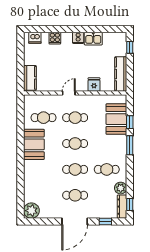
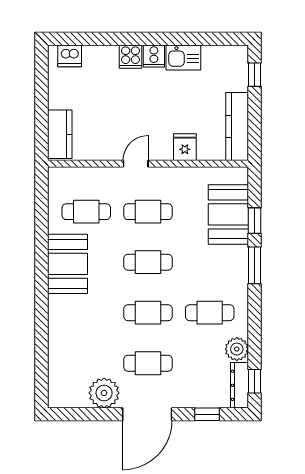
cooker: (55, 38) -> (130, 57), moved
plant: (31, 211) -> (104, 393), moved

